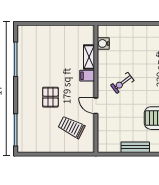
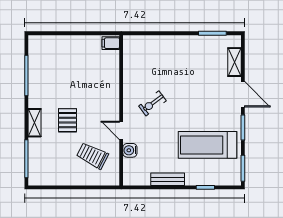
water cooler: (103, 43) -> (130, 150), moved
shelving: (89, 57) -> (35, 123), moved
filing cabinet: (87, 76) -> (111, 43), moved

